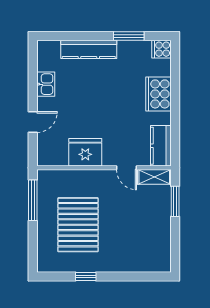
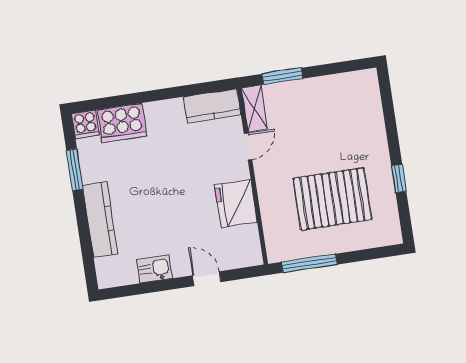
cooker: (158, 94) -> (122, 123), moved

